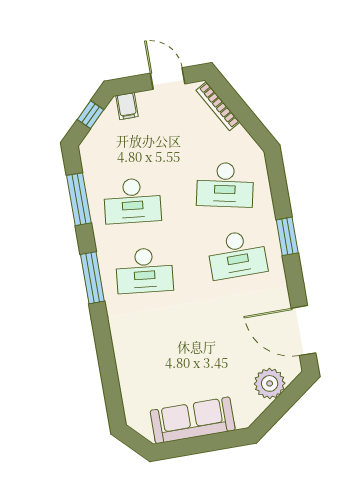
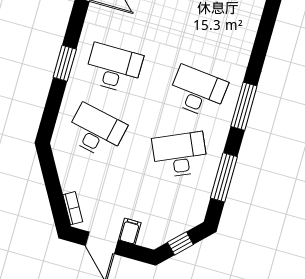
filing cabinet: (127, 106) -> (130, 231), moved
bookcase: (218, 106) -> (73, 208), width x0.64
desk: (132, 201) -> (180, 155), turned -30

